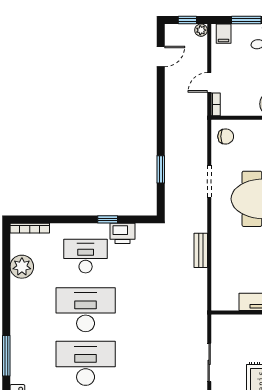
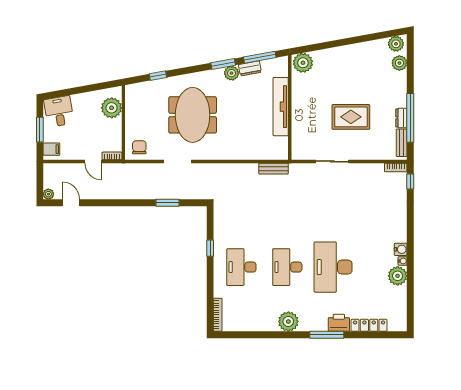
window: (187, 20) -> (40, 180), removed
plant: (201, 30) -> (48, 194), moved
printer: (123, 233) -> (339, 323), moved, turned -90
bench: (201, 250) -> (274, 169), moved
plant: (22, 267) -> (288, 321), moved
desk: (86, 310) -> (287, 267), width x0.73, depth x0.77

